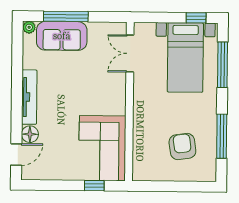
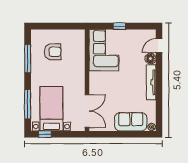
window: (66, 16) -> (128, 134), removed
double door: (130, 53) -> (87, 111), width x1.37
armchair: (182, 146) -> (53, 52), turned -82
window: (94, 186) -> (120, 26), moved

